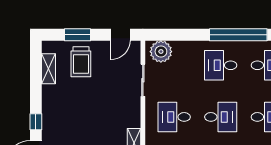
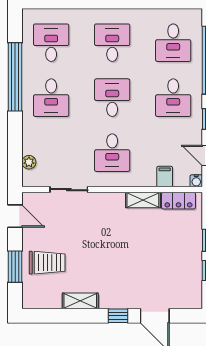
plant: (161, 52) -> (29, 162), width x0.53, depth x0.53
shelving: (49, 69) -> (80, 301), moved

